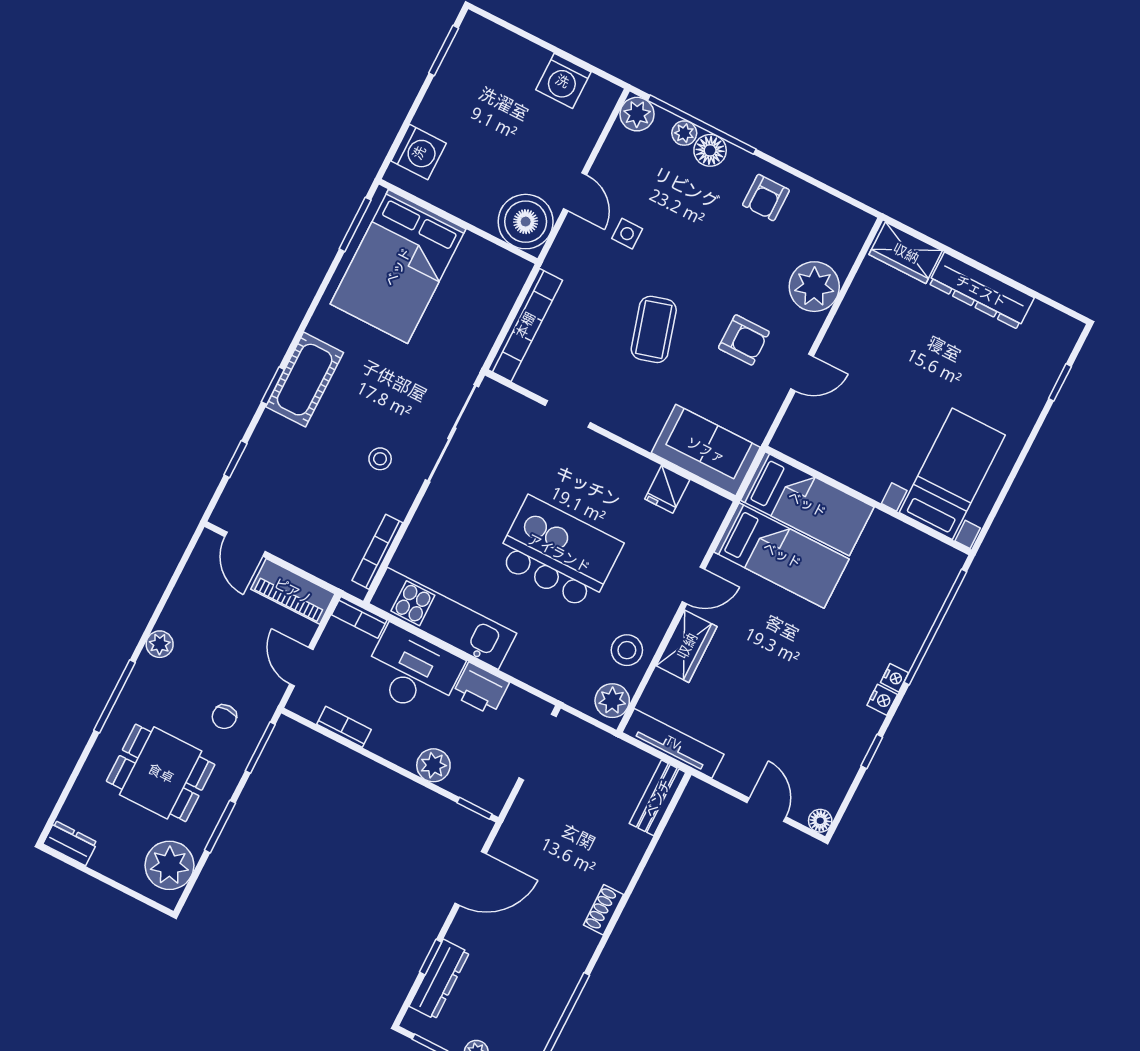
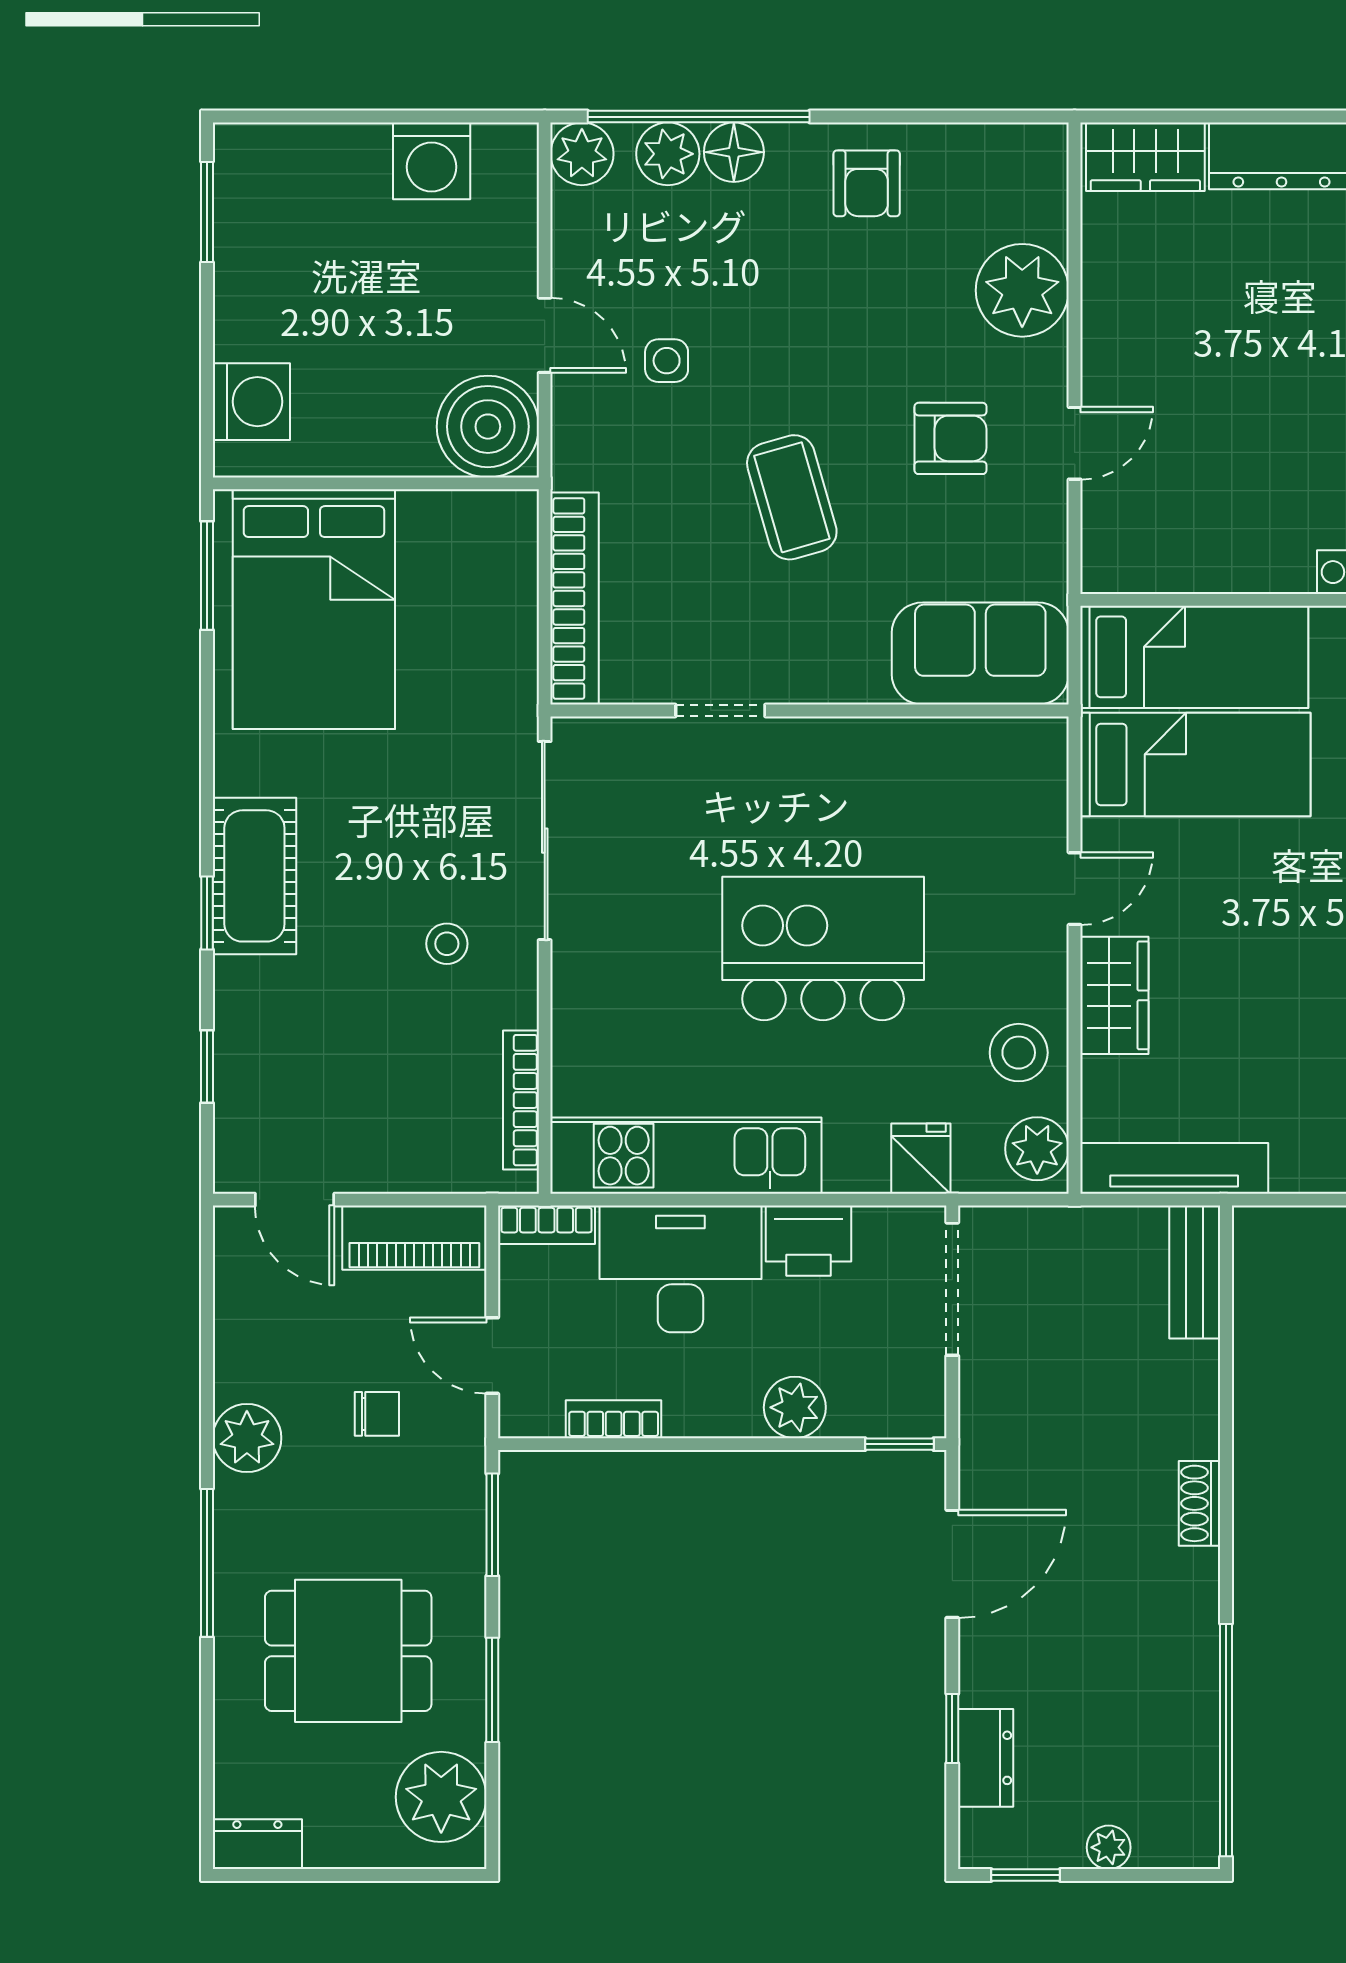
plant: (684, 133) -> (668, 154), width x1.38, depth x1.38
fridge: (667, 489) -> (921, 1159), moved, turned 180
plant: (160, 644) -> (247, 1438), width x1.38, depth x1.38
chair: (224, 717) -> (377, 1414), moved, turned -90
dresser: (439, 979) -> (986, 1758), width x0.70

